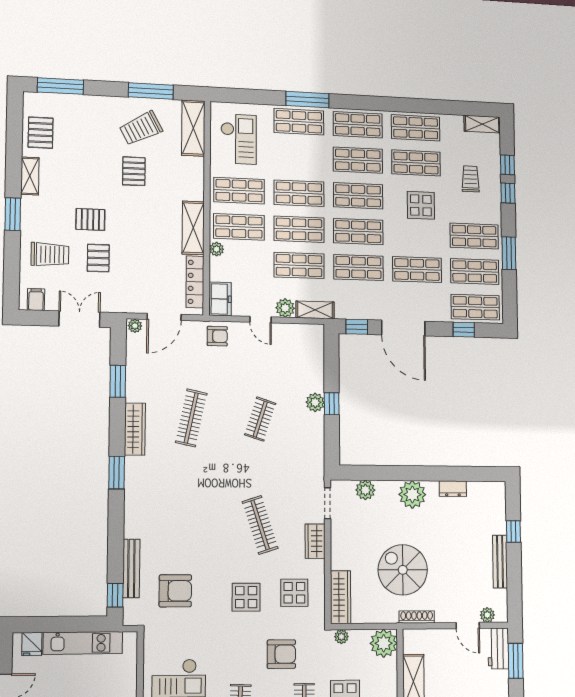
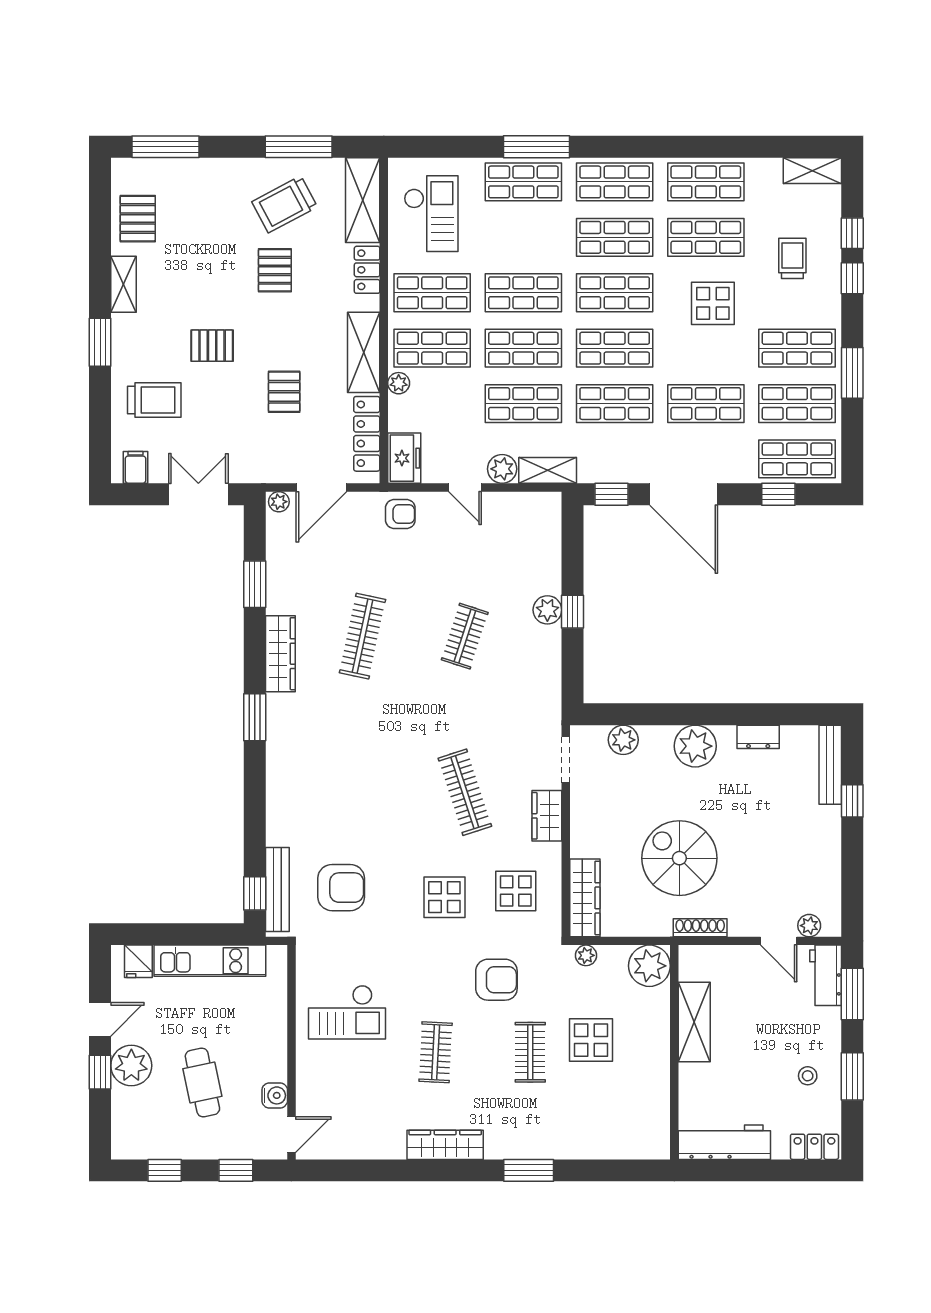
locker: (196, 174) -> (367, 270), added
pallet: (98, 258) -> (284, 392), moved
bench: (500, 562) -> (830, 765), moved
bench: (131, 568) -> (277, 889), moved

